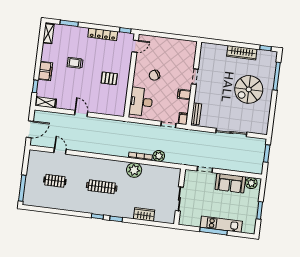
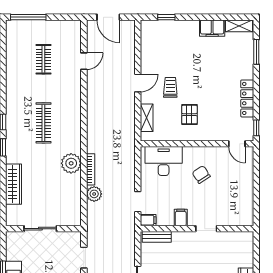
trolley: (75, 63) -> (170, 87), moved
filing cabinet: (45, 71) -> (212, 28), moved
shelving: (46, 102) -> (147, 118), moved
wardrobe: (144, 214) -> (13, 184), width x1.50

